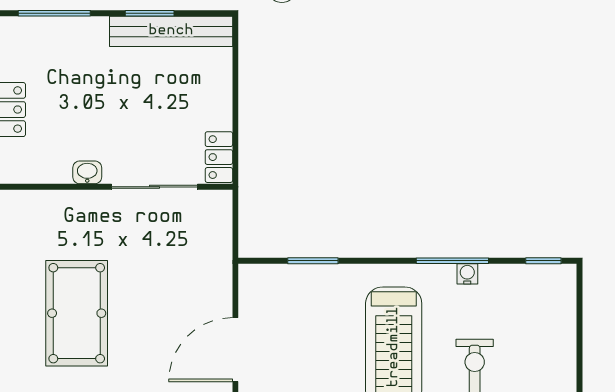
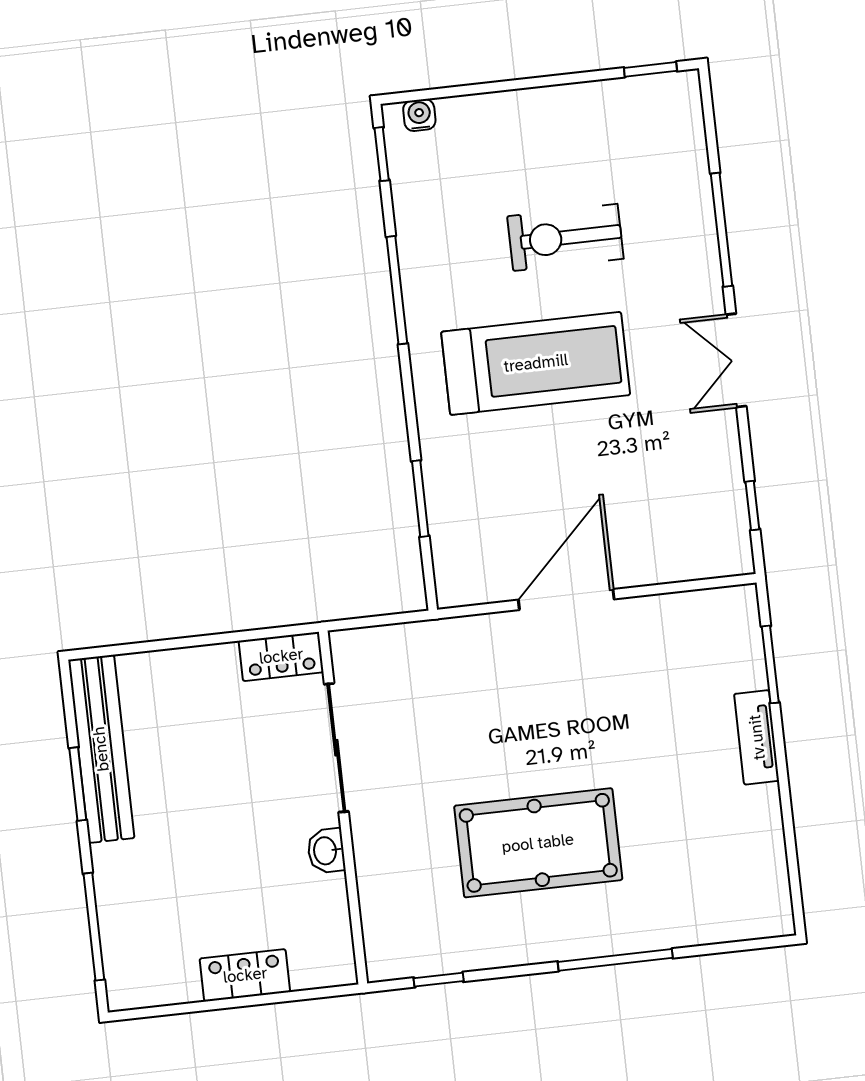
water cooler: (467, 274) -> (419, 115), moved, turned 90
door: (235, 350) -> (566, 600), swing flipped

